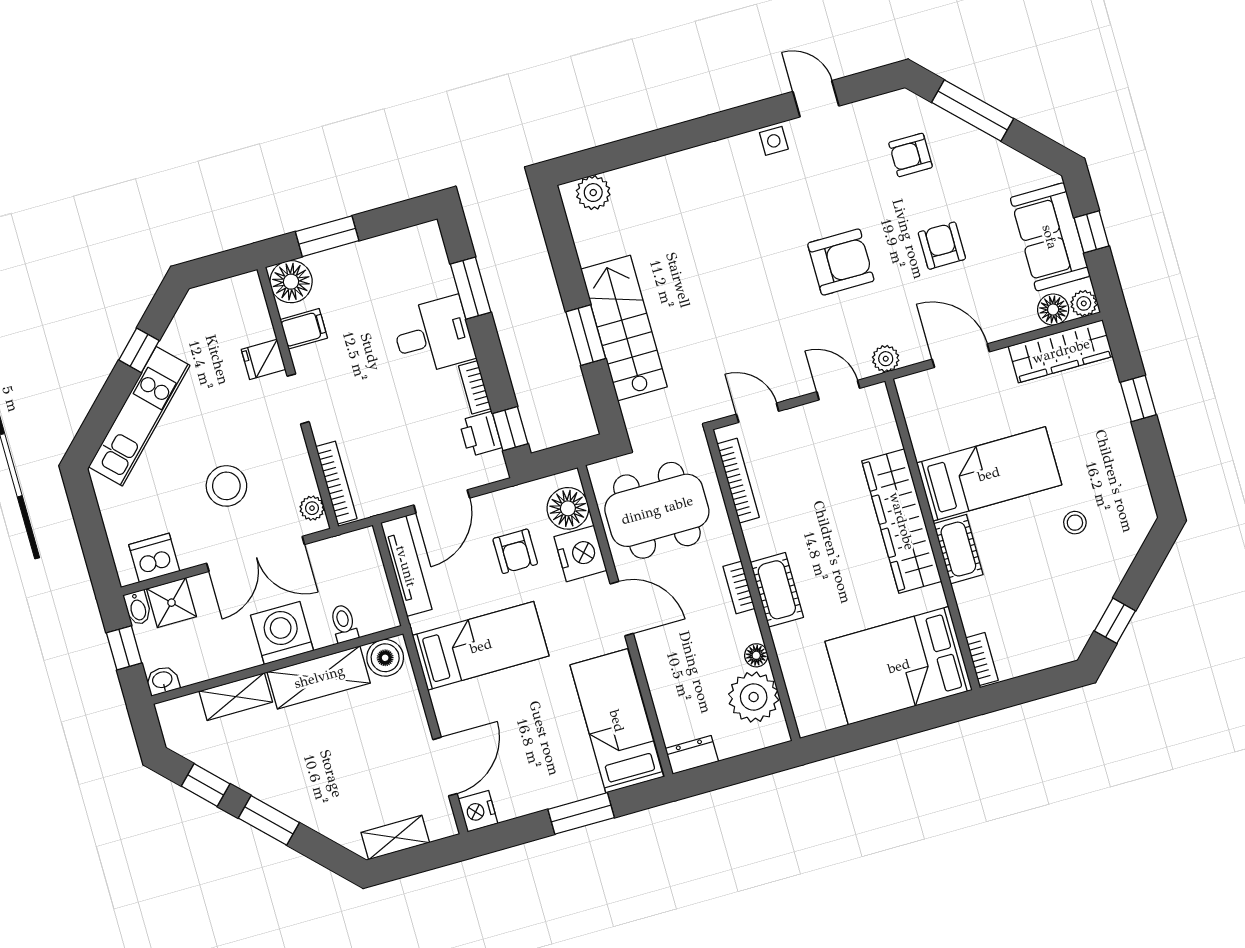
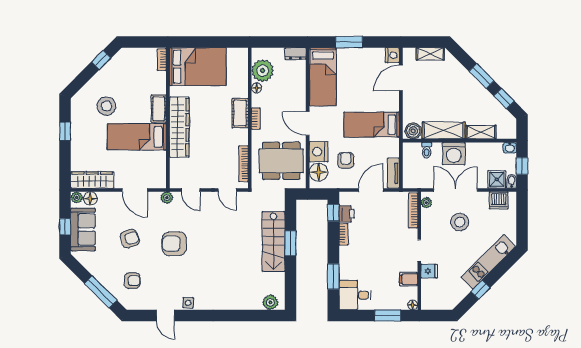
armchair: (942, 246) -> (130, 239), turned -109
floor lamp: (291, 282) -> (413, 305), width x0.53, depth x0.53
desk: (433, 336) -> (355, 295), moved
window: (1138, 398) -> (65, 131), moved
stool: (1075, 523) -> (106, 106), width x1.89, depth x1.89
tv unit: (406, 566) -> (393, 173), width x0.71

